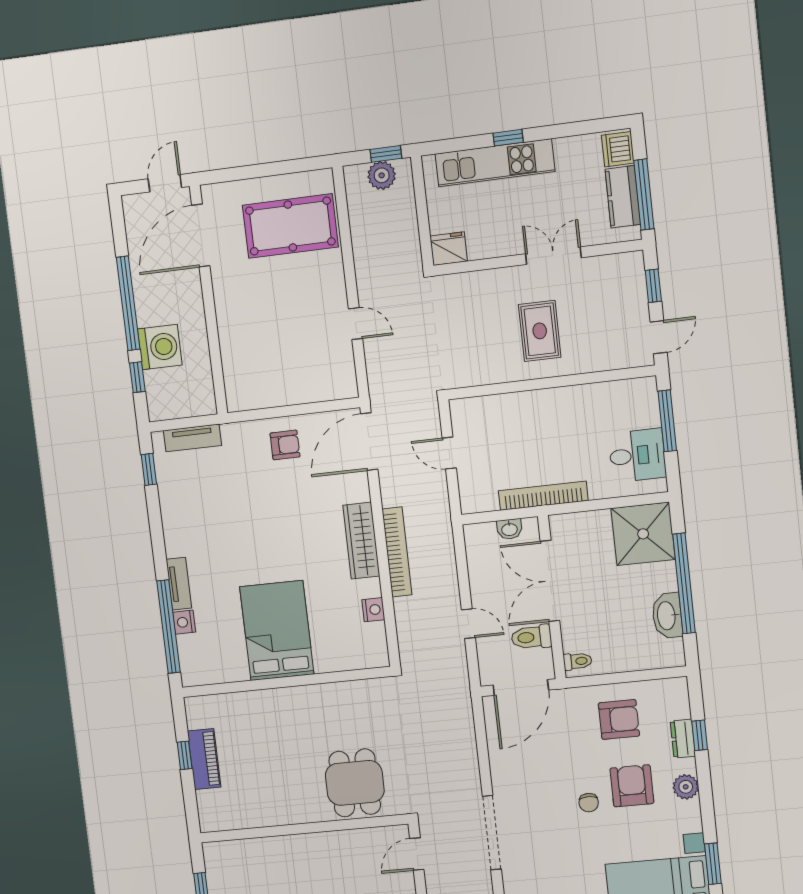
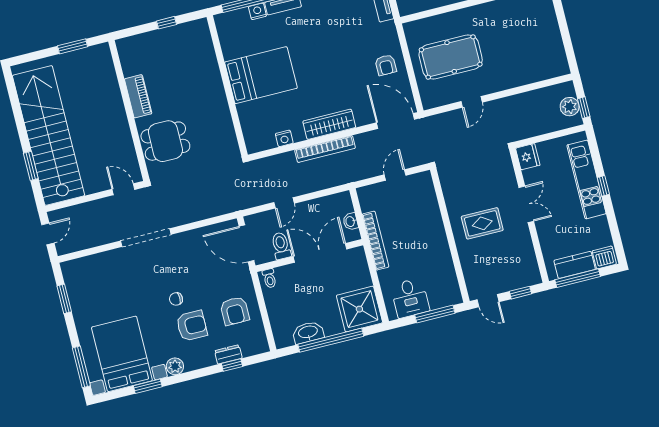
pool table: (290, 226) -> (451, 57), moved, turned 90
double door: (553, 256) -> (526, 204), moved
piano: (204, 759) -> (138, 96), moved, turned -90
plant: (686, 787) -> (175, 366), moved

